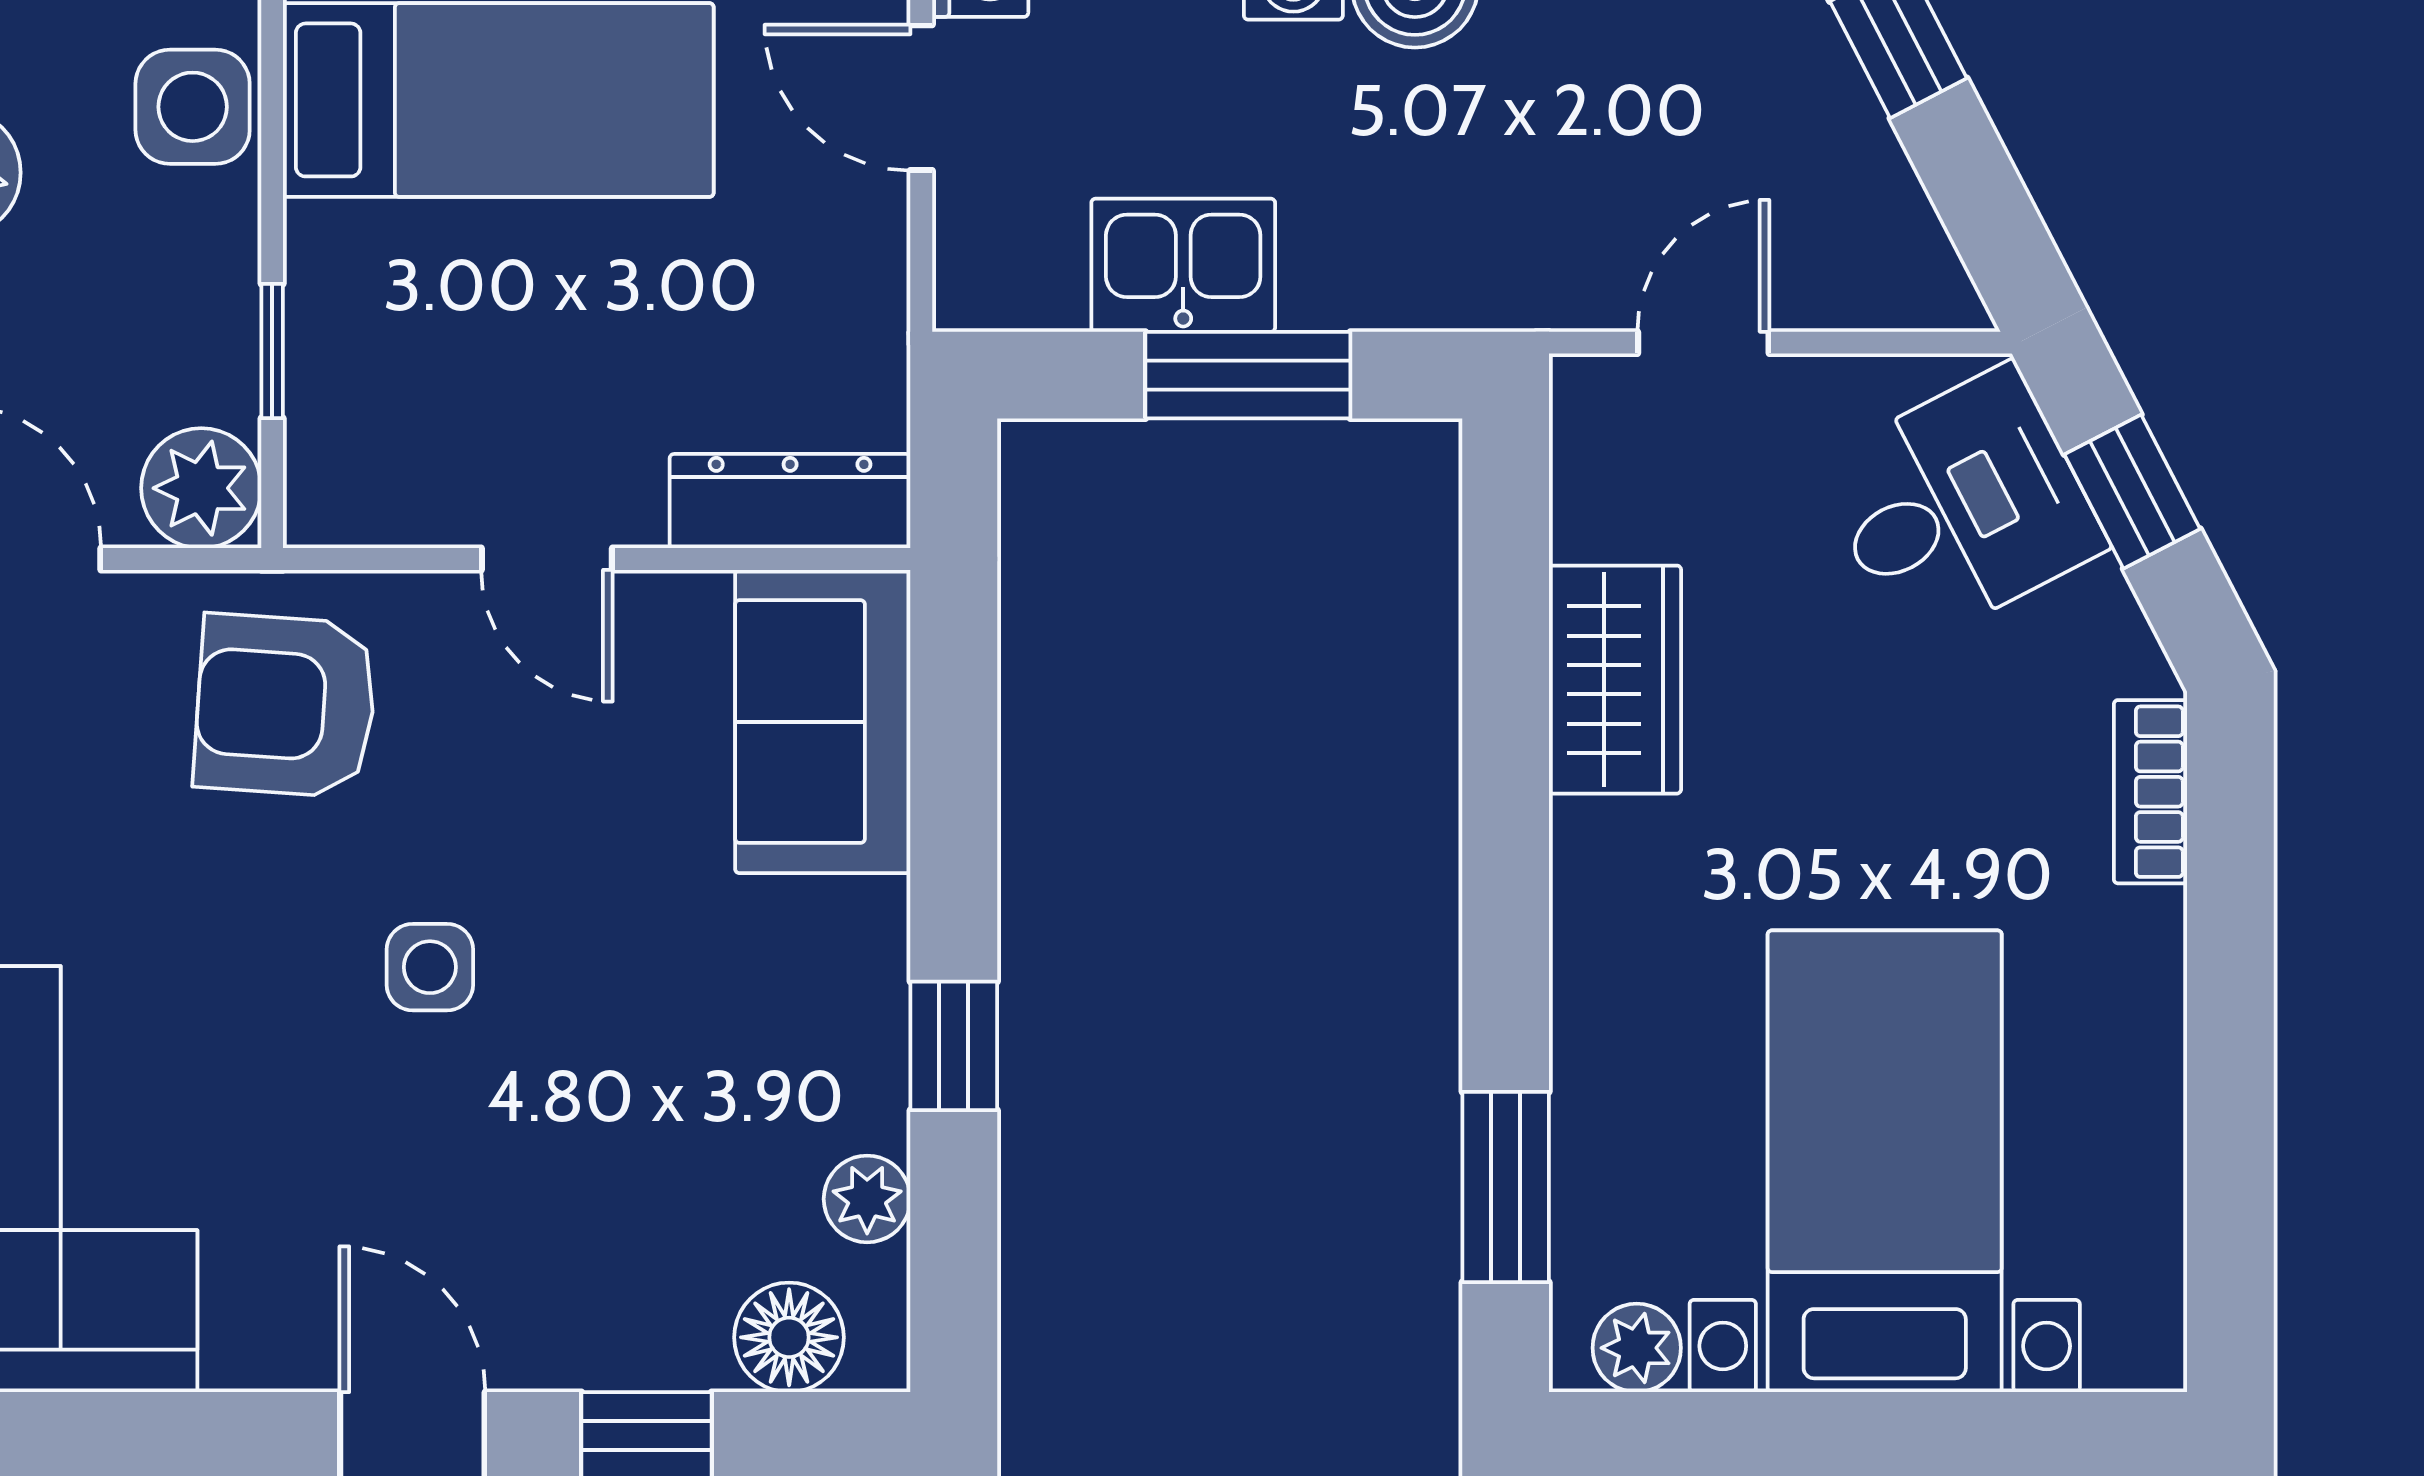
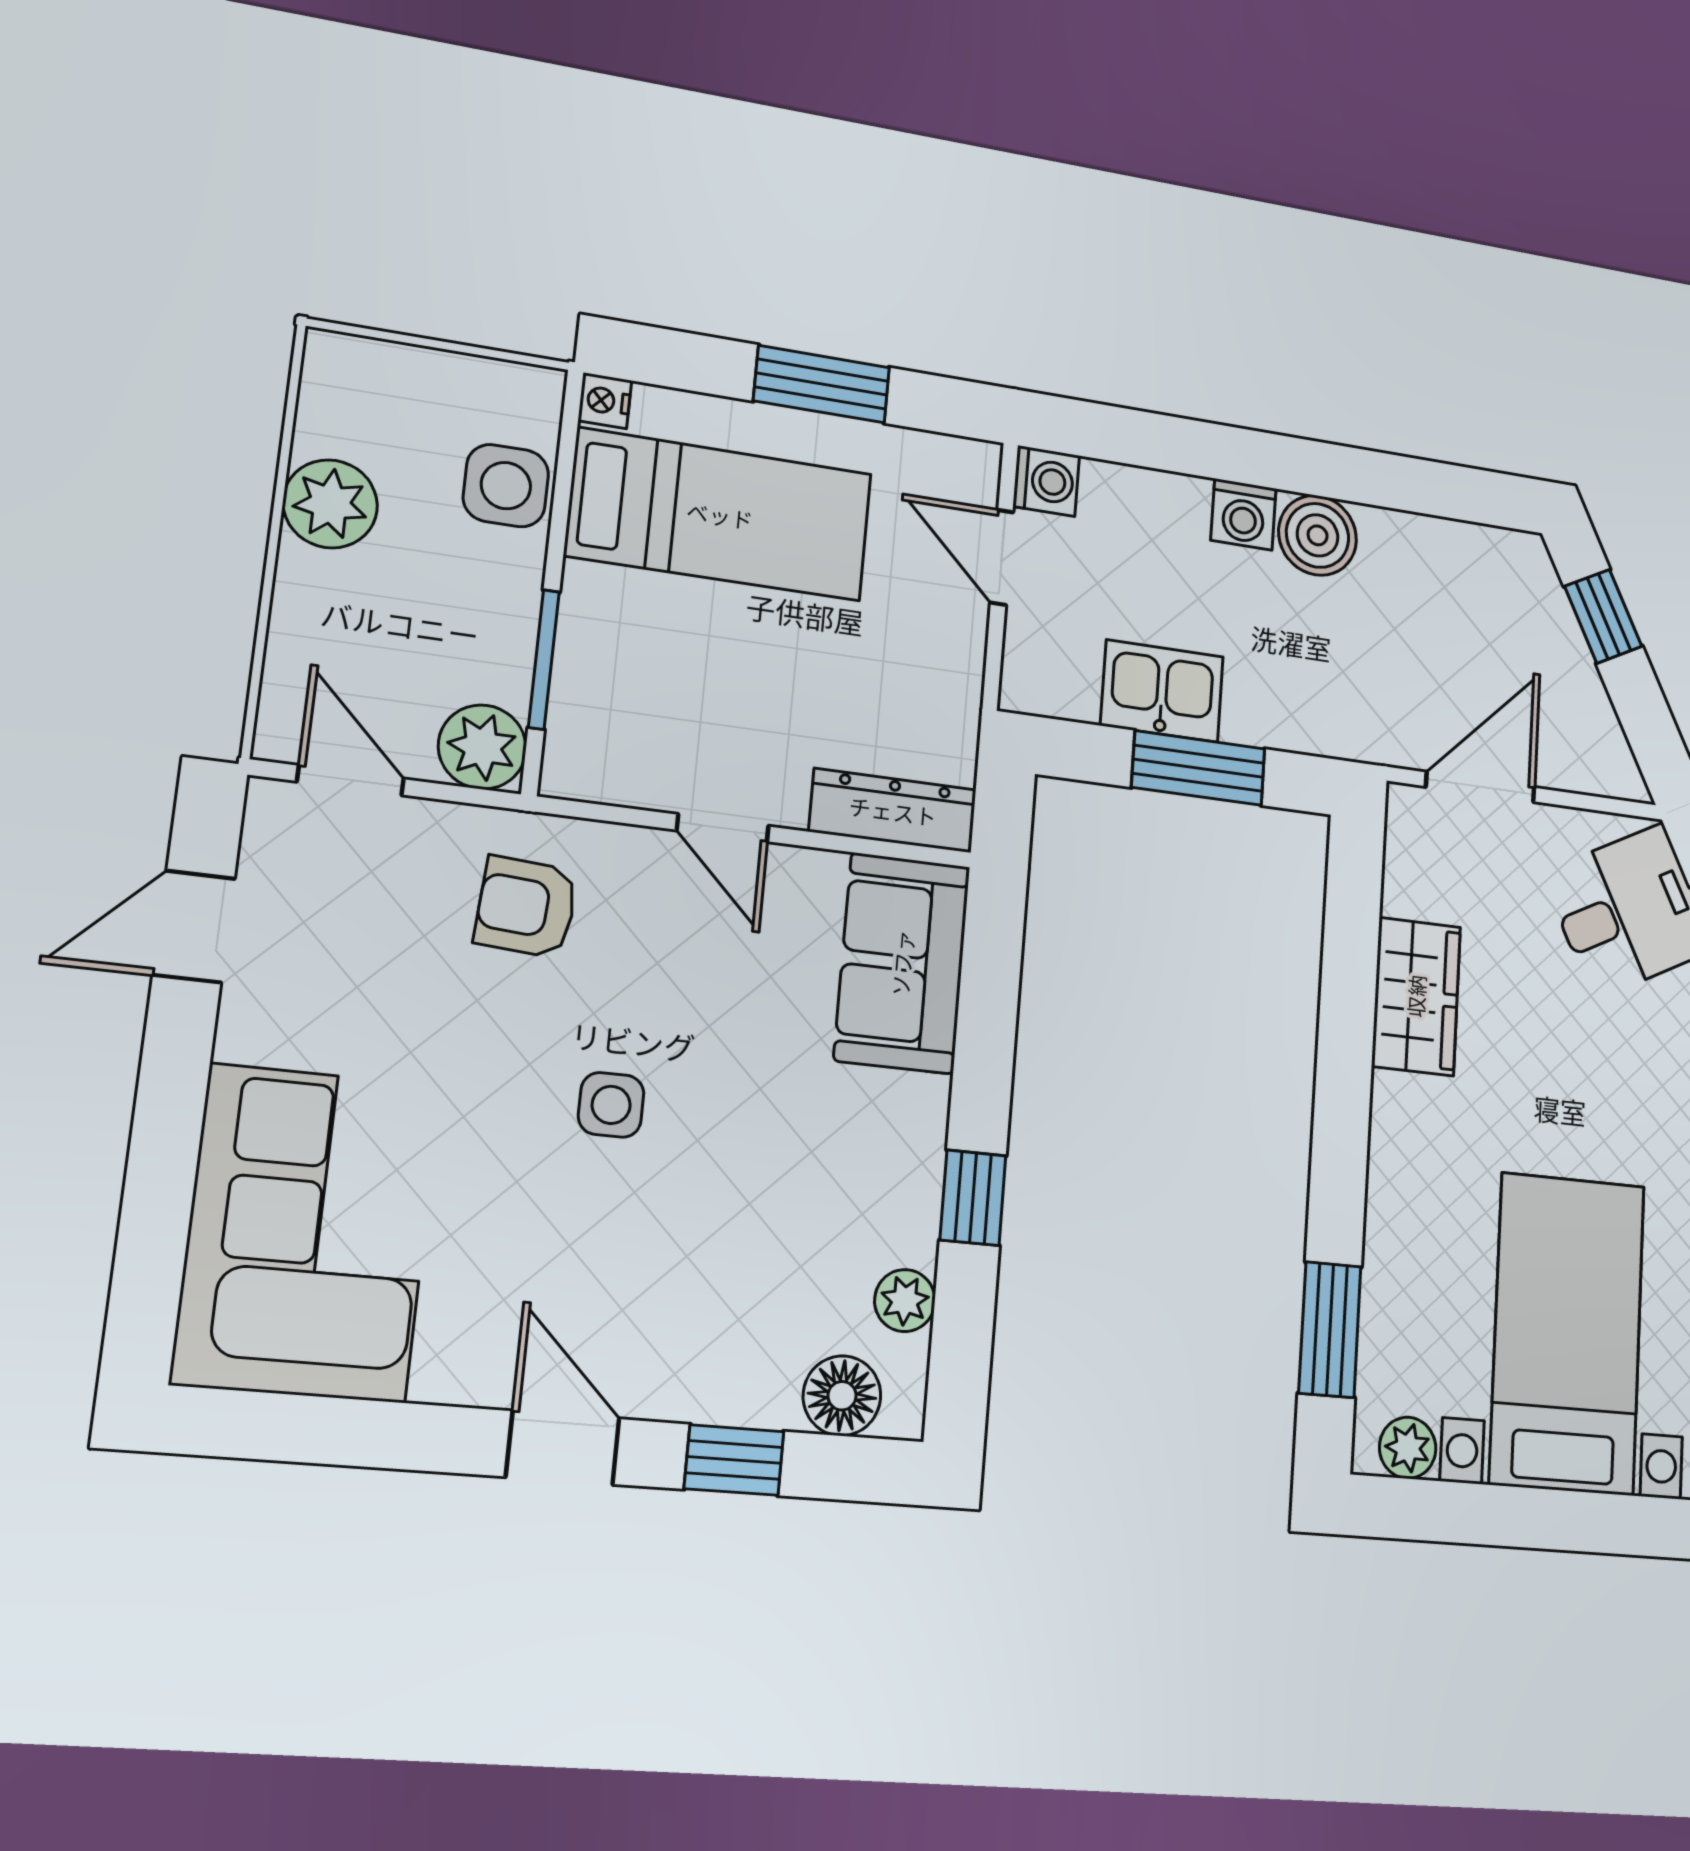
door: (1703, 343) -> (1480, 787), width x1.38
window: (272, 351) -> (544, 659), width x1.50
armchair: (285, 706) -> (526, 907), width x0.72, depth x0.72

